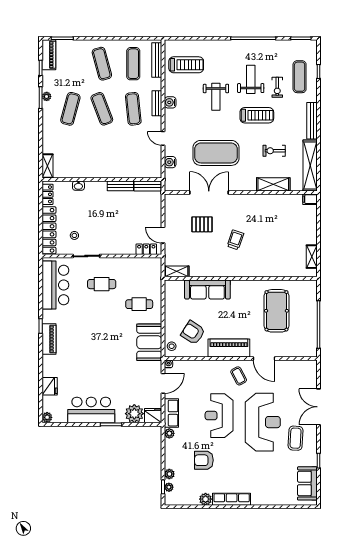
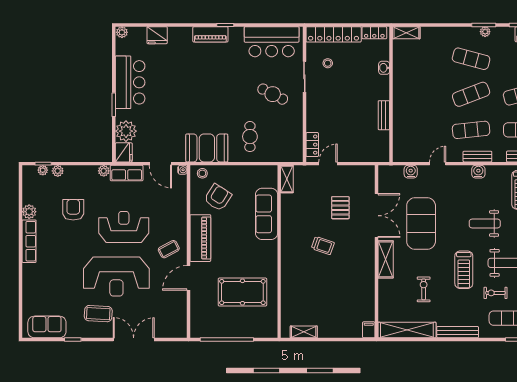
shelving: (273, 184) -> (386, 259), moved
bench: (148, 186) -> (384, 146), removed
cafe table: (102, 284) -> (273, 94), turned -63

